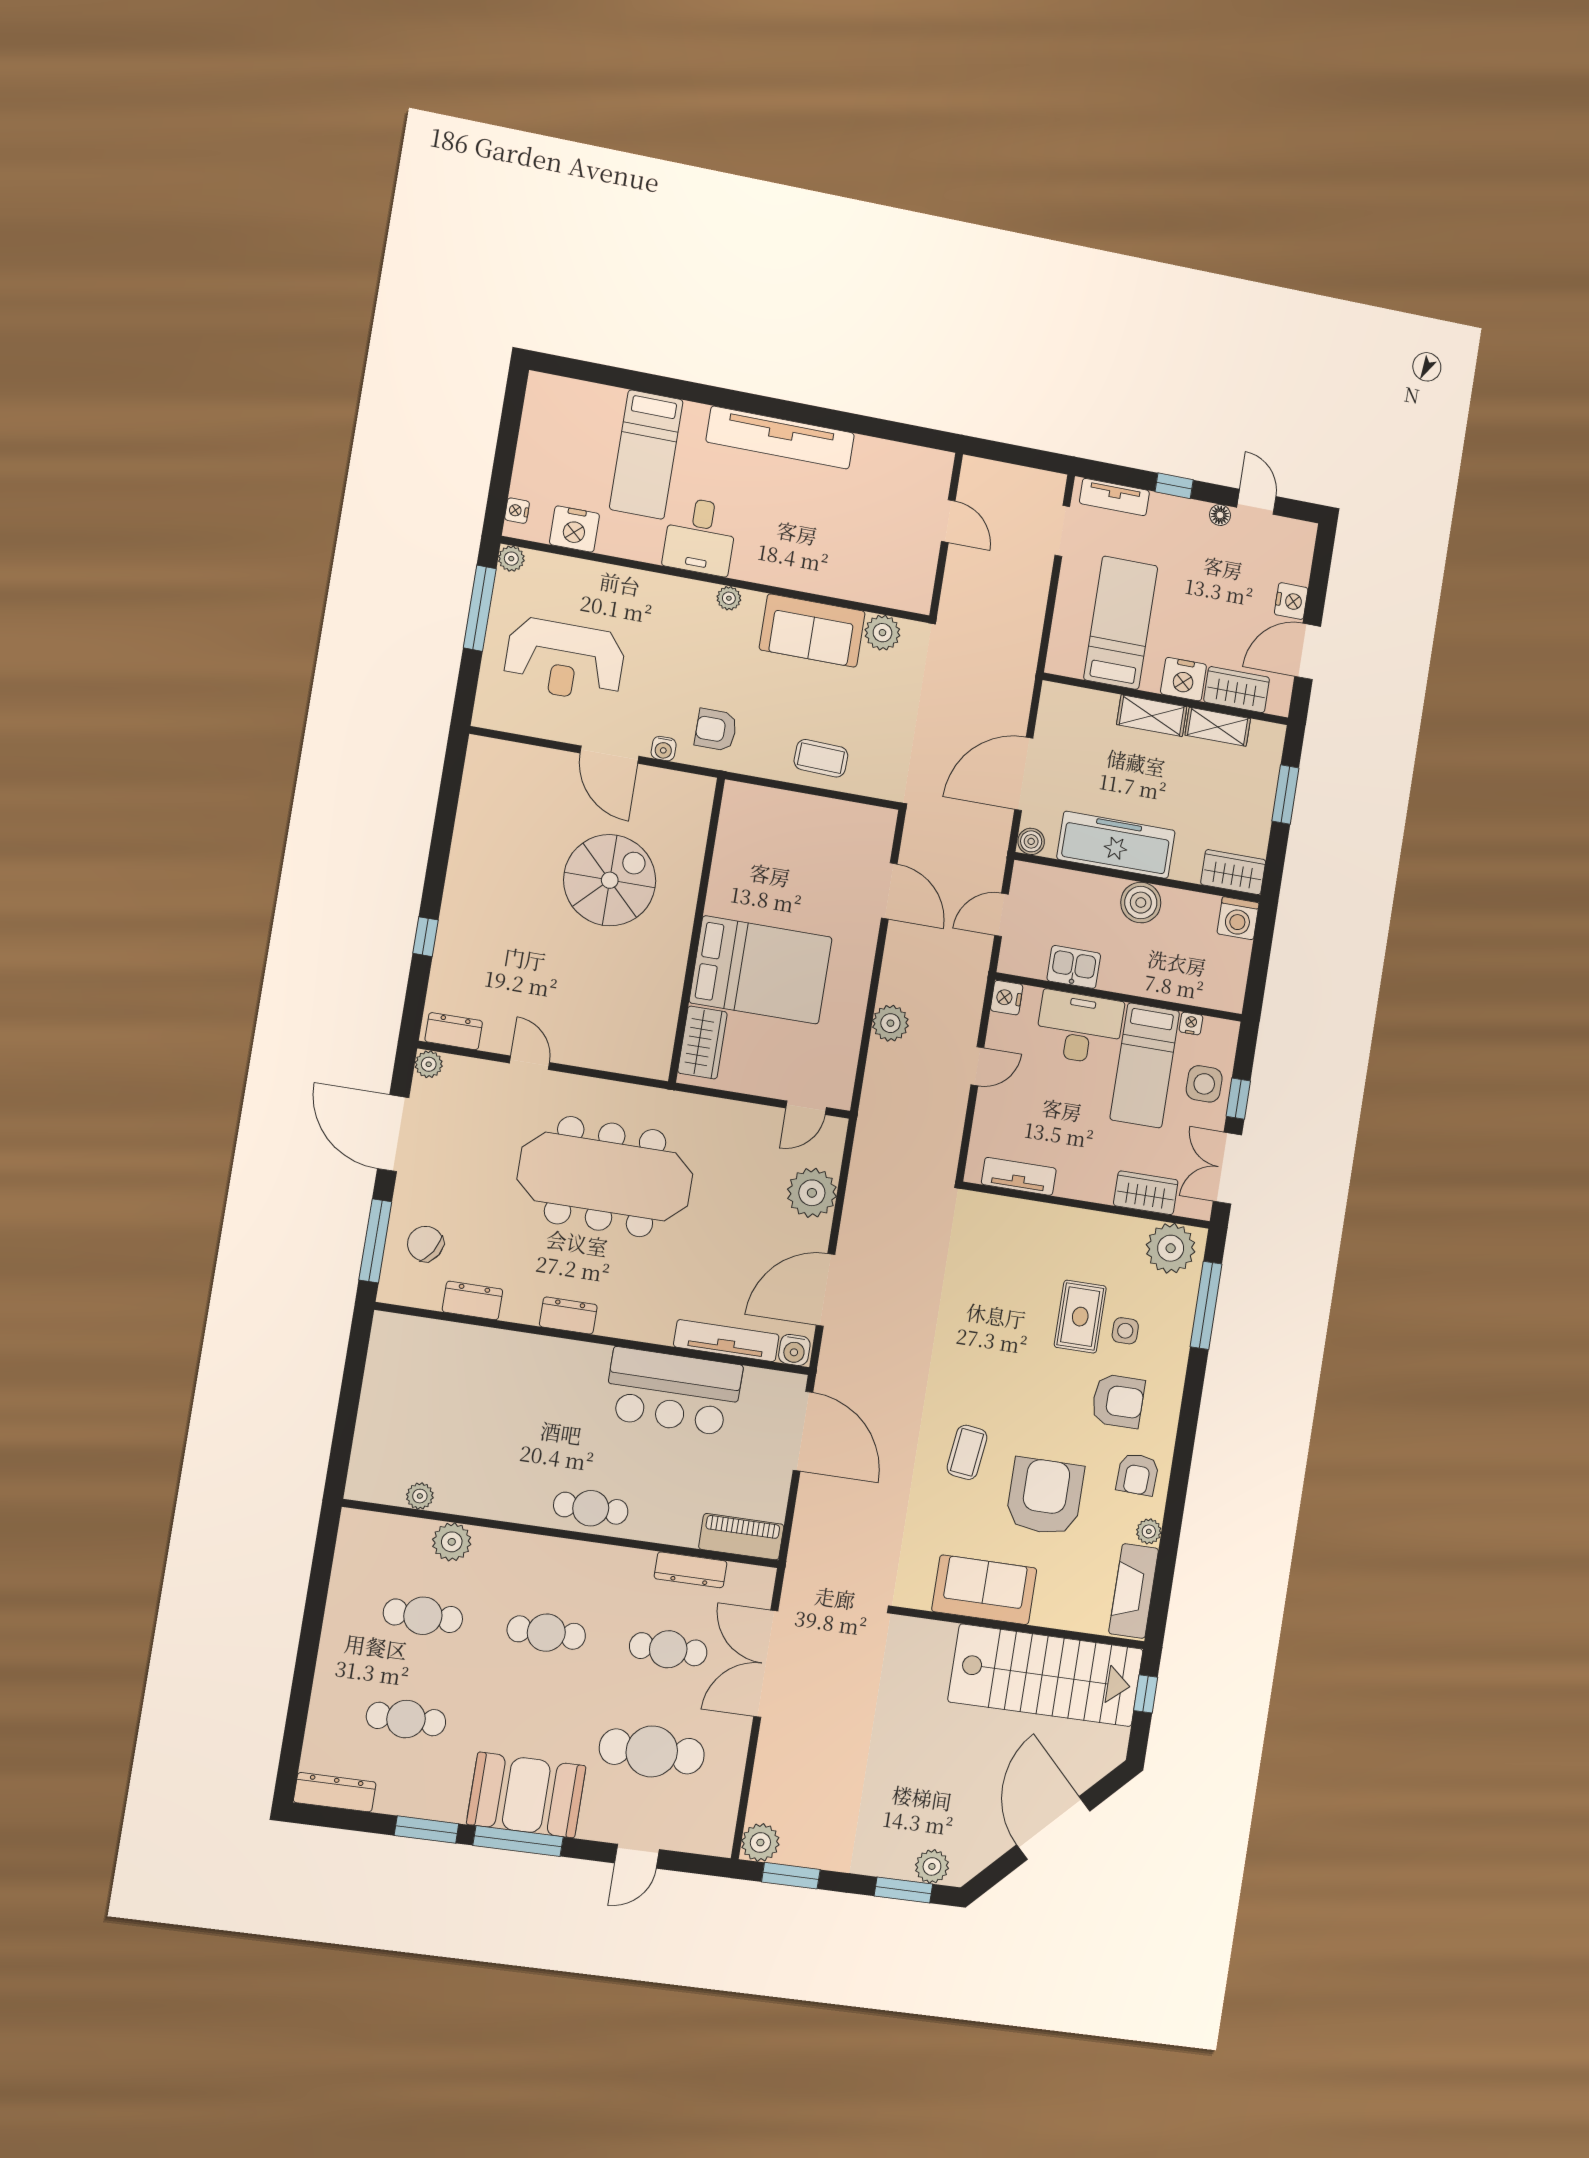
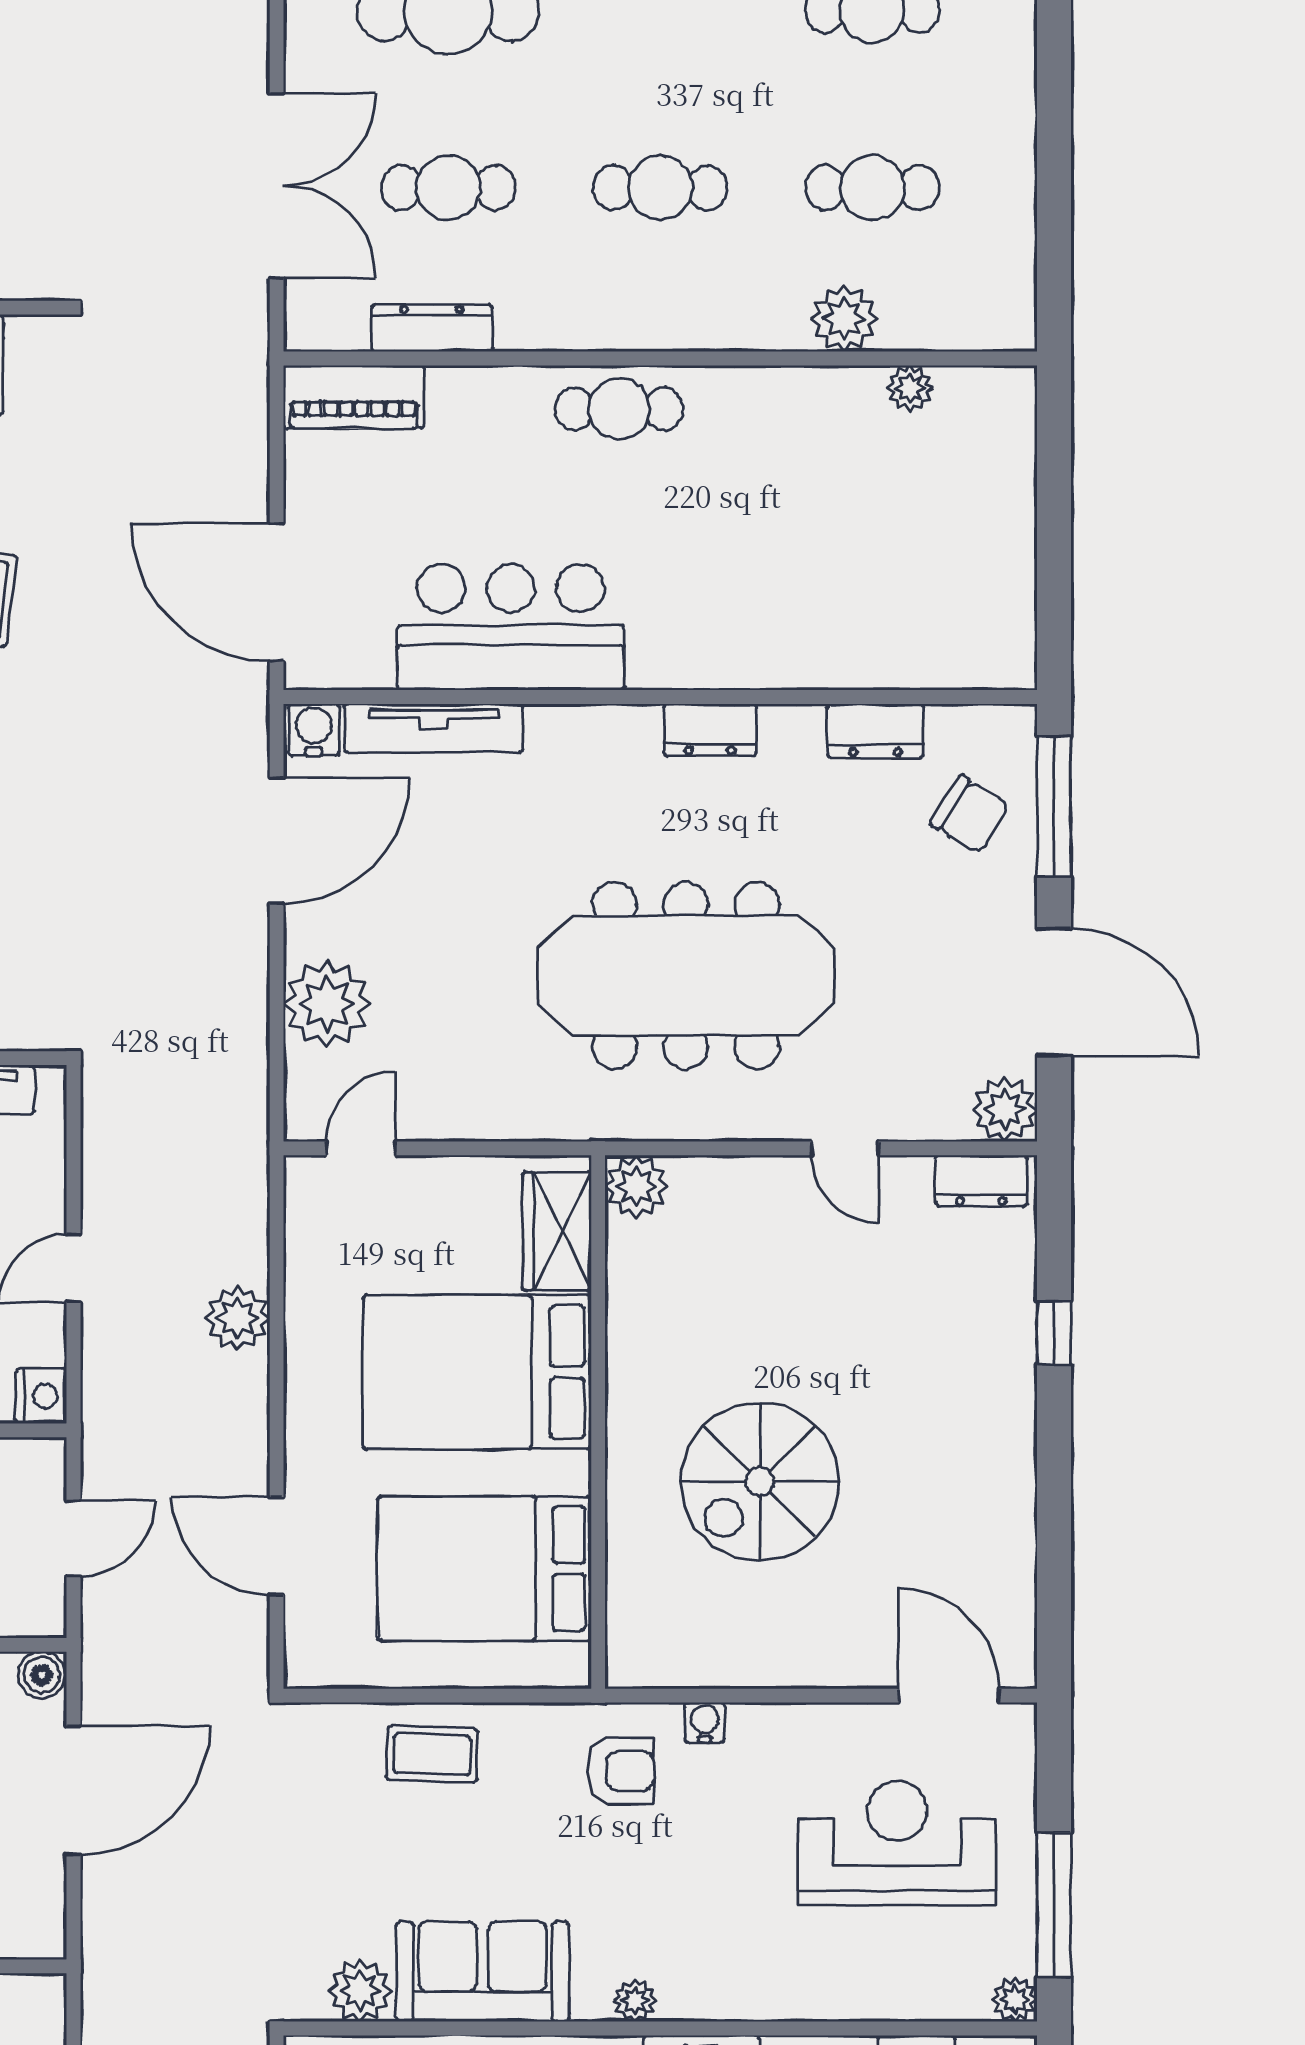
door: (609, 755) -> (949, 1696), moved
bed: (775, 858) -> (484, 1569), added
plant: (653, 1061) -> (636, 1186), added
plant: (429, 1064) -> (1005, 1109), width x1.38, depth x1.38

